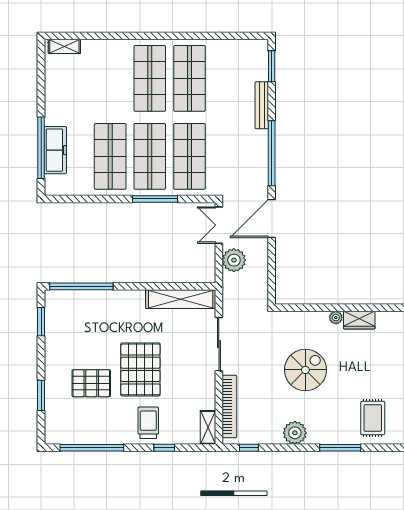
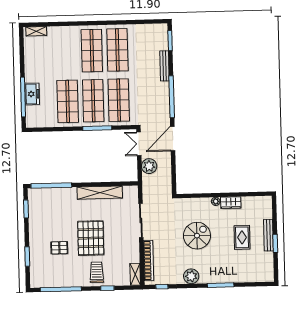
freezer: (55, 150) -> (32, 94), width x0.71
shelving: (181, 299) -> (100, 193), moved
pallet: (91, 383) -> (59, 248), width x0.67, depth x0.71
rug: (373, 418) -> (242, 237), moved

